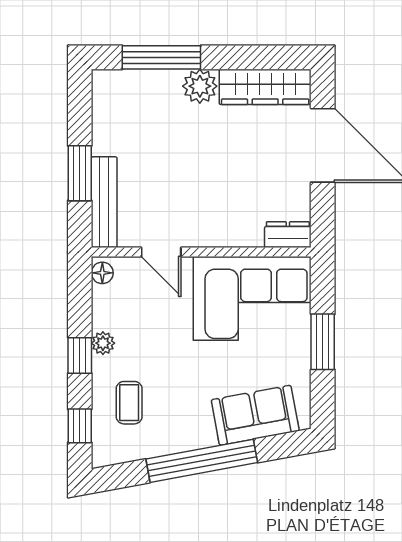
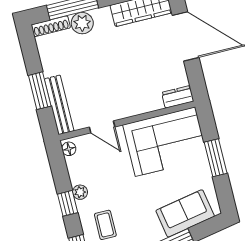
shoe rack: (121, 79) -> (51, 26), added
plant: (200, 86) -> (82, 23), moved

